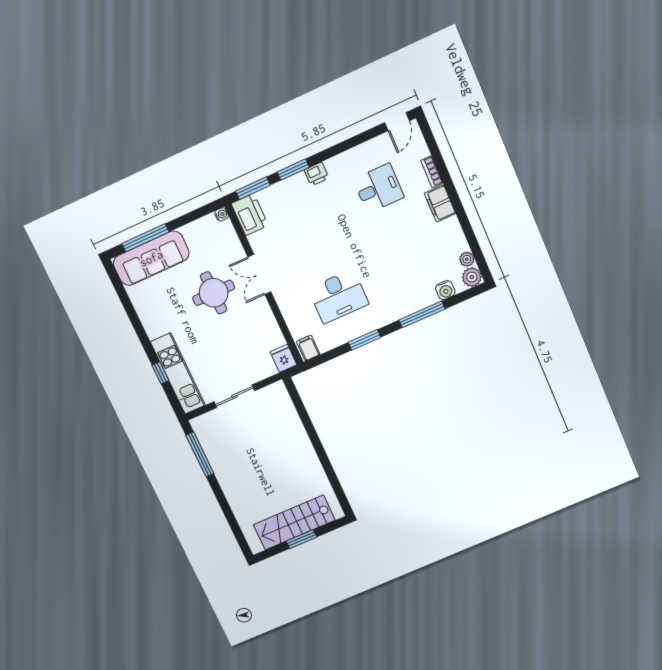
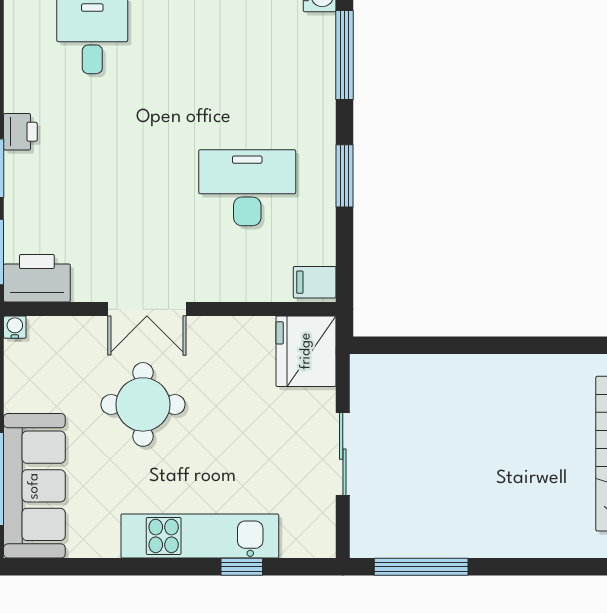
desk: (338, 296) -> (247, 188), turned -90
fridge: (283, 358) -> (306, 351), width x1.88, depth x1.34
kitchen unit: (178, 374) -> (200, 536), moved

